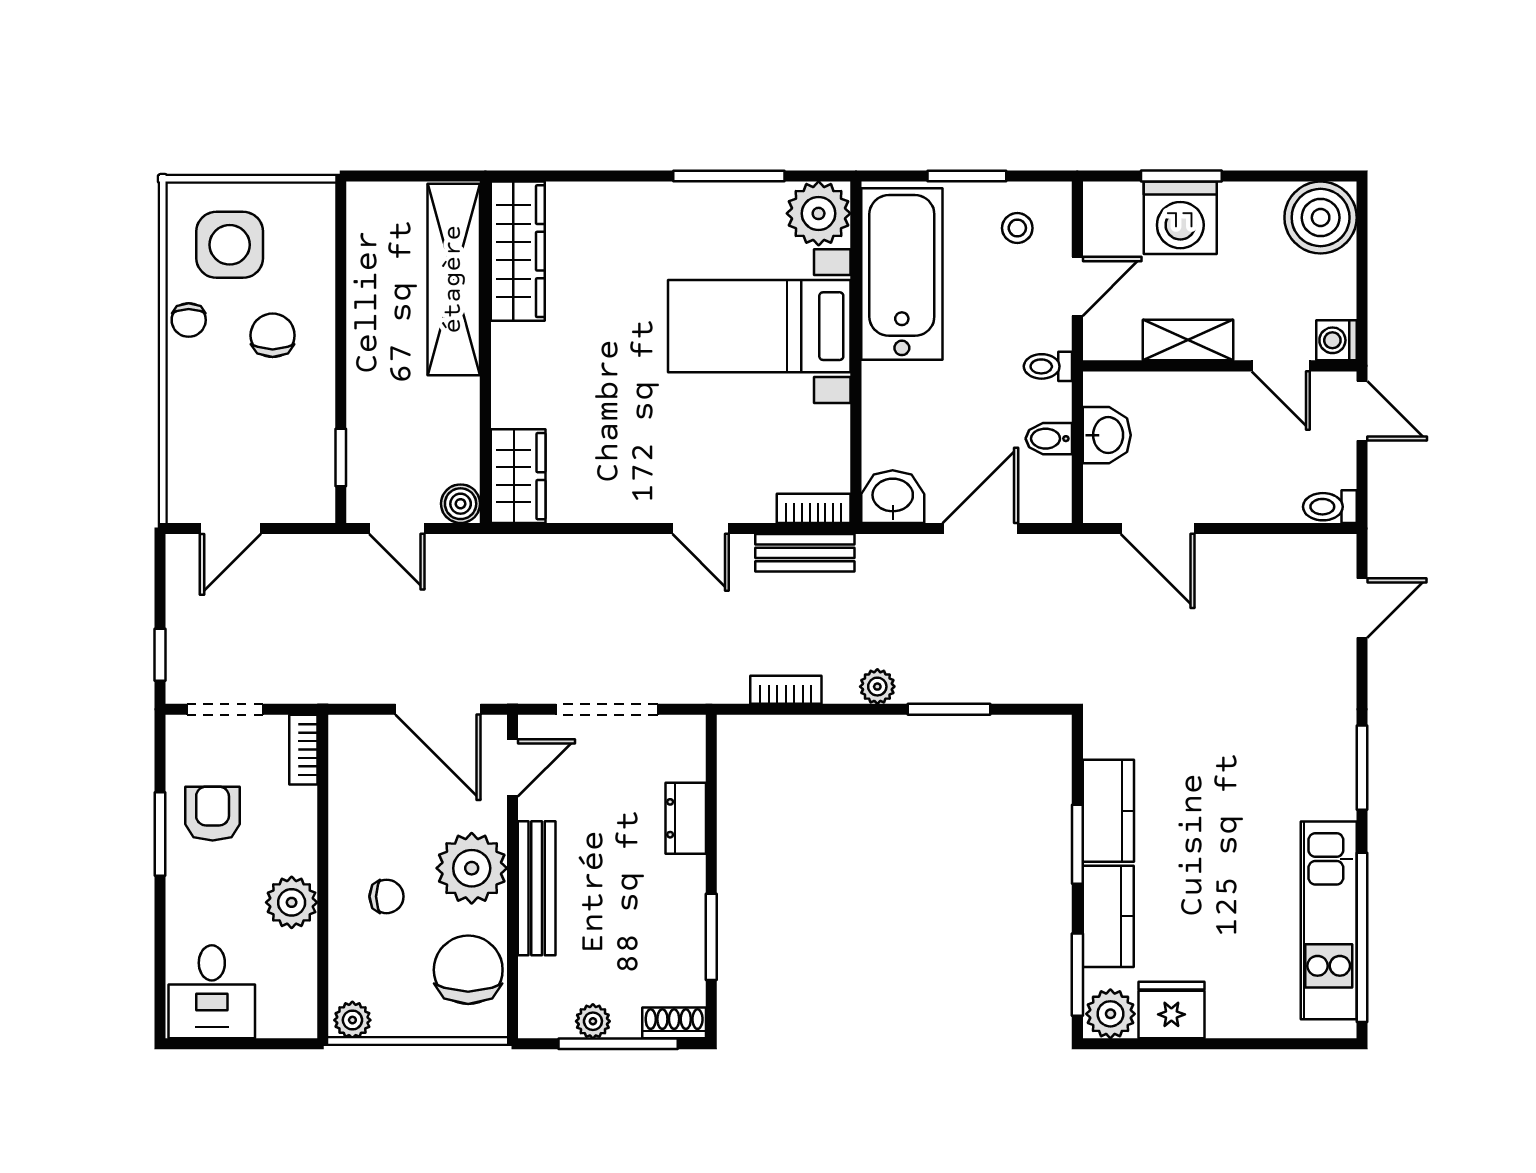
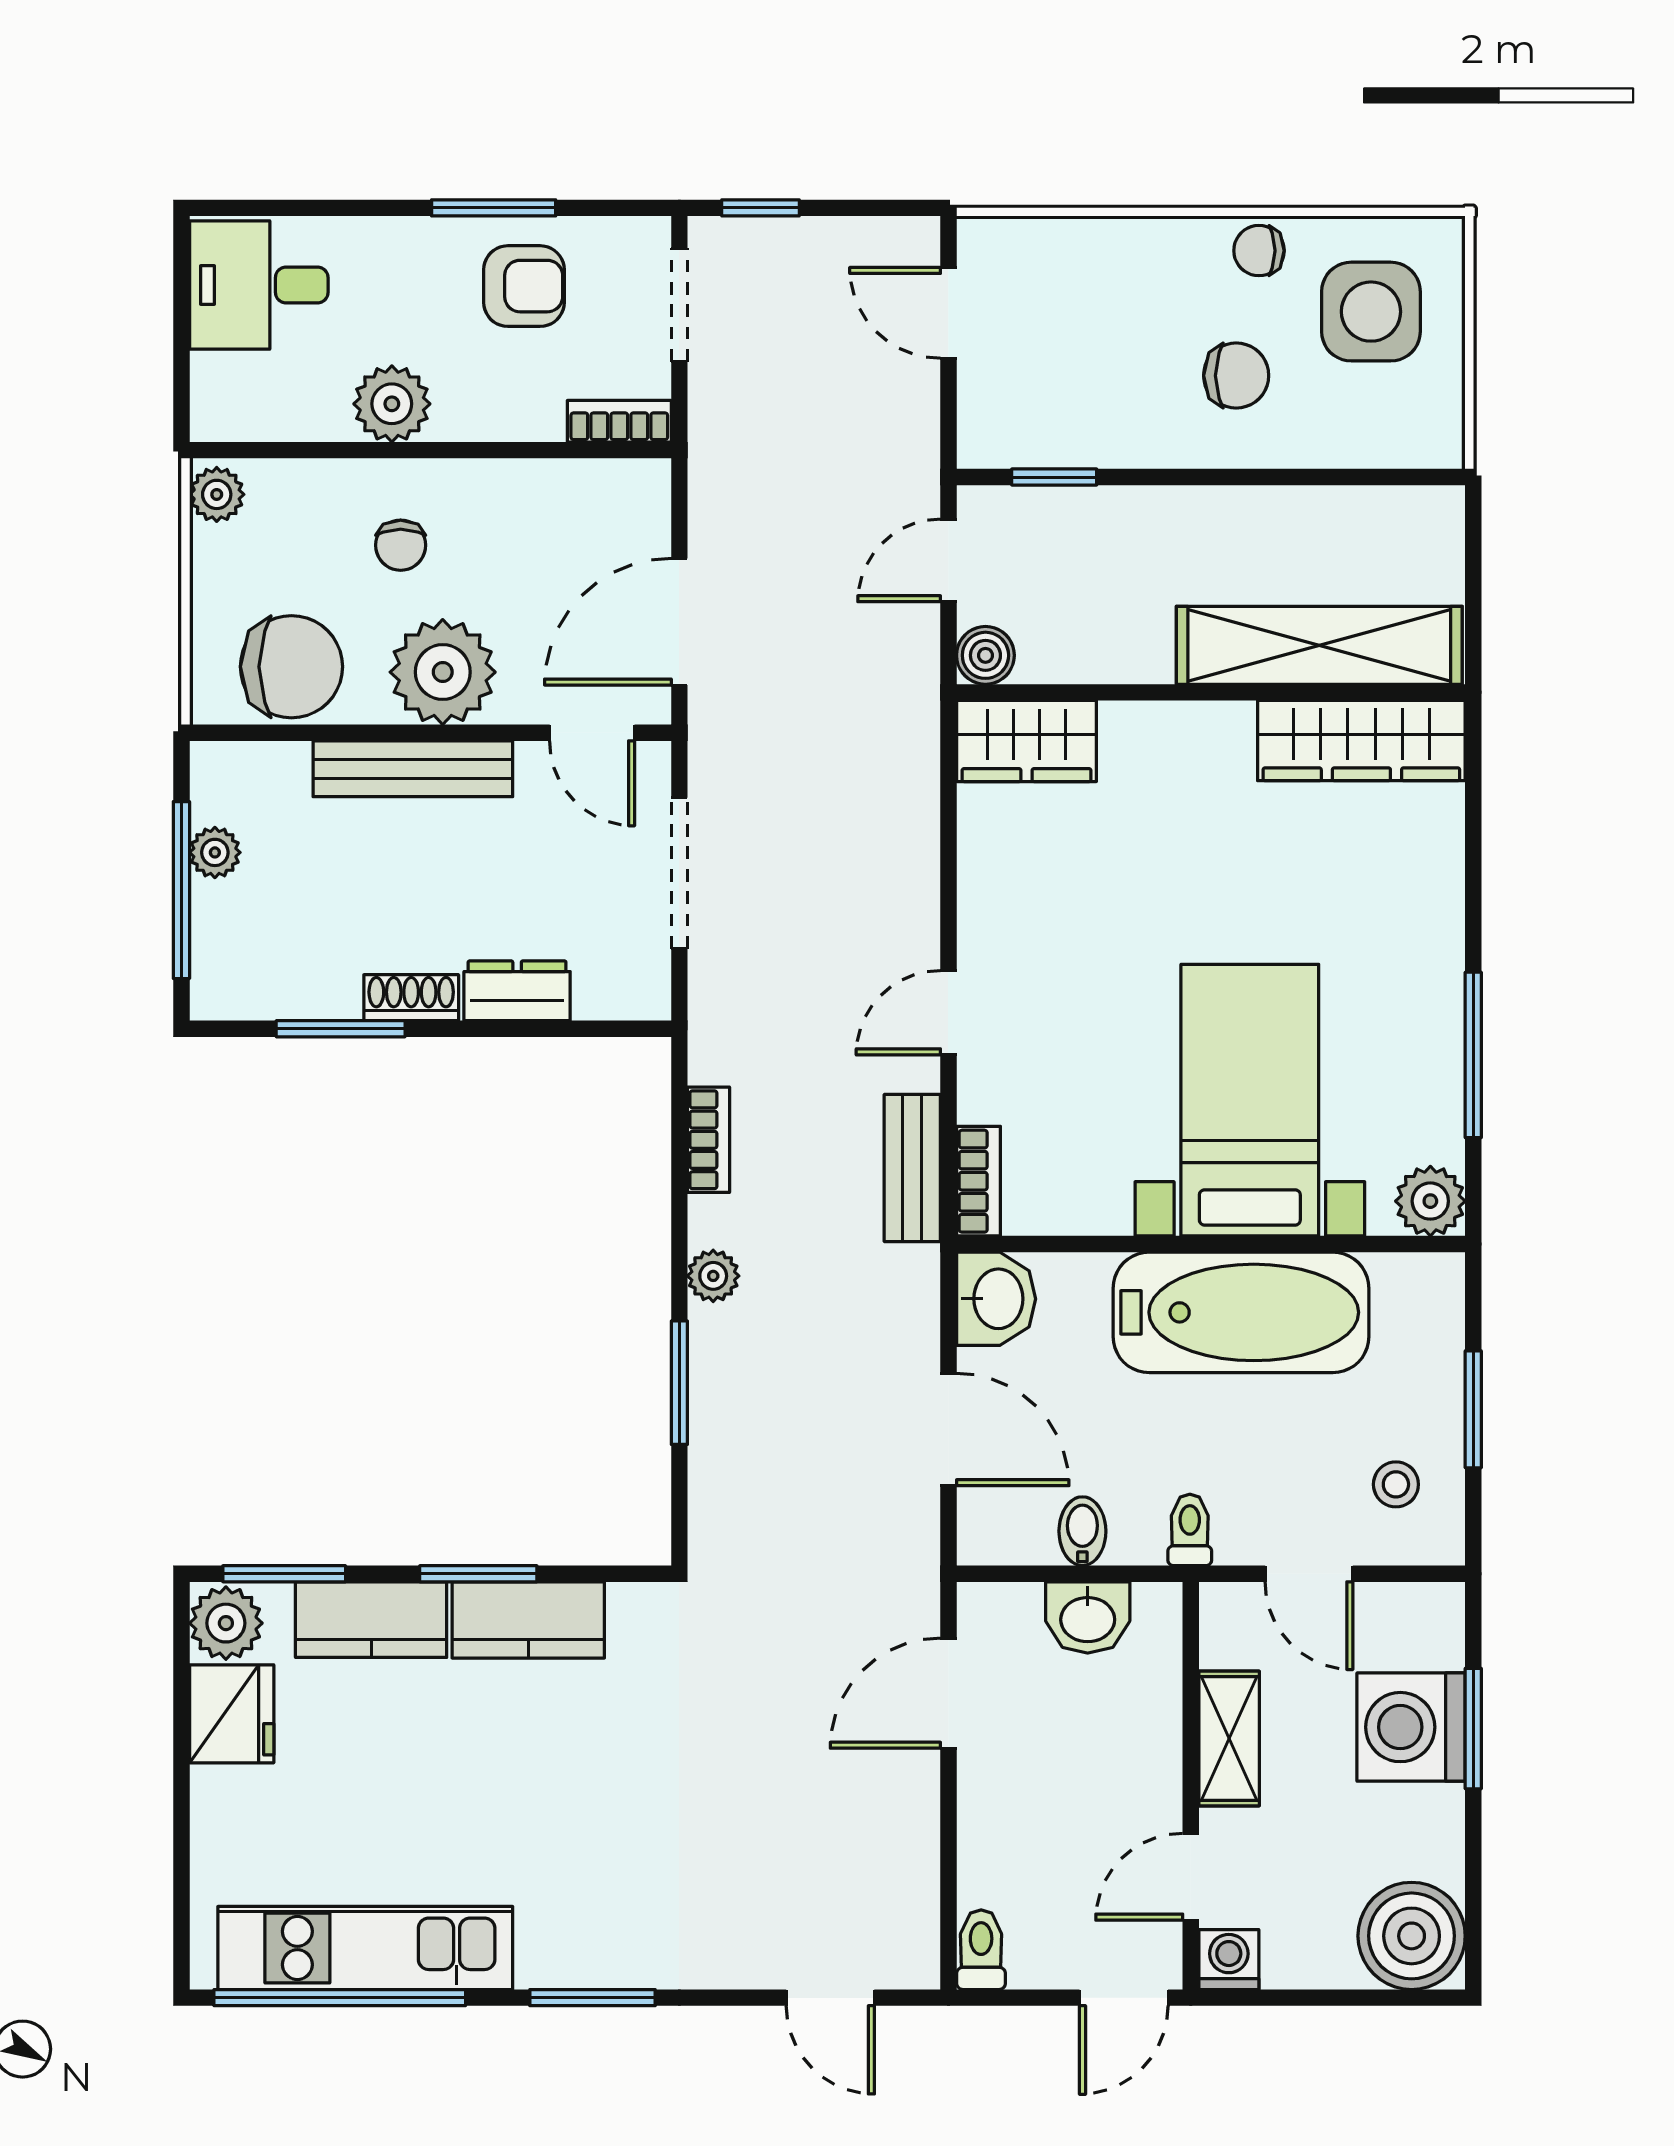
plant: (819, 213) -> (1430, 1201), width x0.73, depth x0.73
bathtub: (902, 274) -> (1241, 1312), moved
shoe rack: (674, 1023) -> (411, 998), moved, turned -90

